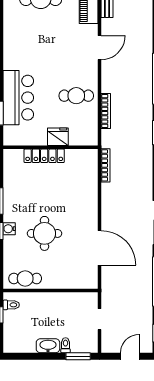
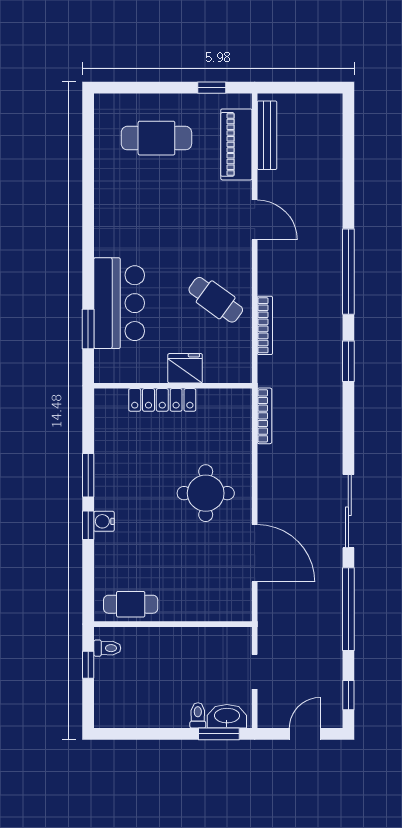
door: (100, 48) -> (255, 220), hinge flipped
cafe table: (76, 96) -> (216, 300), turned 36
round table: (44, 233) -> (206, 493), moved
washbasin: (48, 346) -> (227, 716), moved

